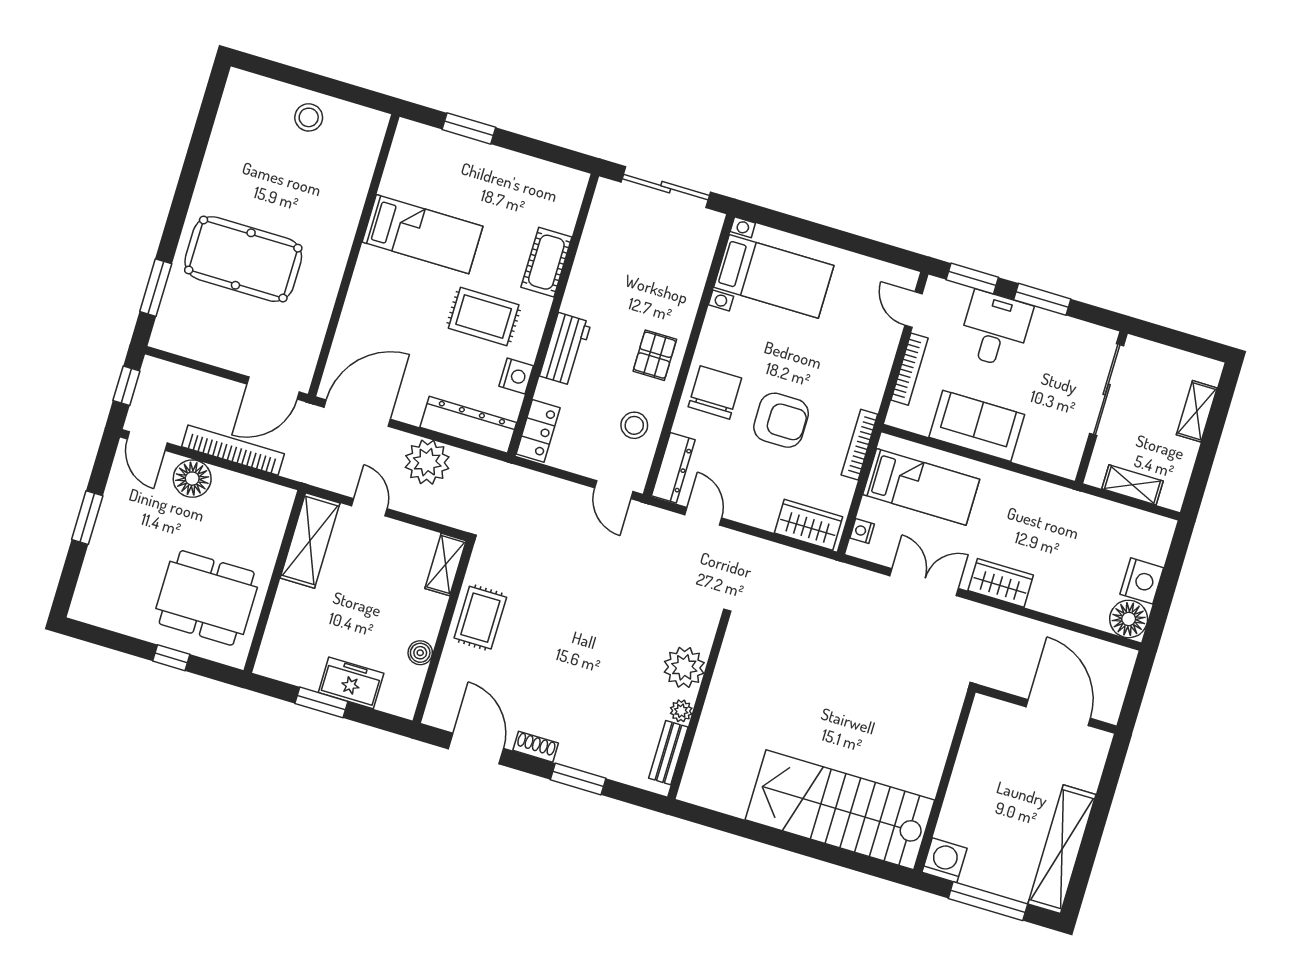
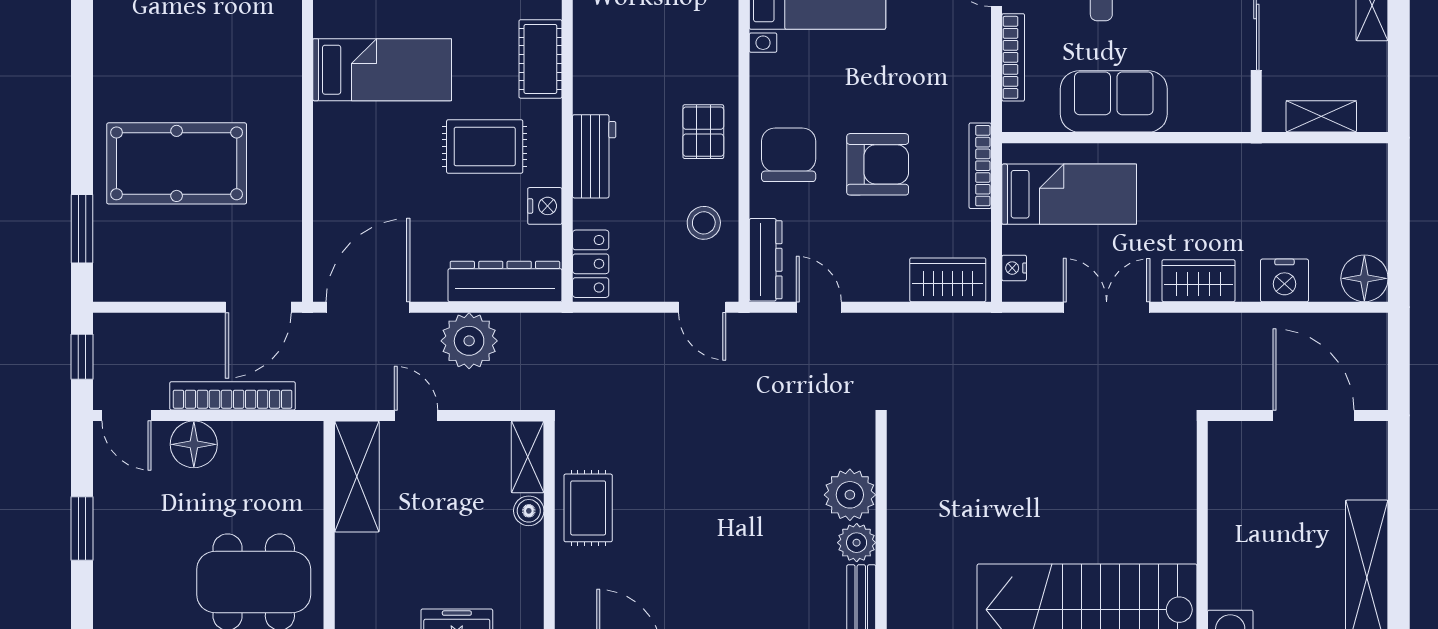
nightstand: (1142, 581) -> (1285, 280), moved, turned 90
boiler: (420, 653) -> (529, 511), moved
plant: (681, 711) -> (857, 543), width x1.38, depth x1.38

